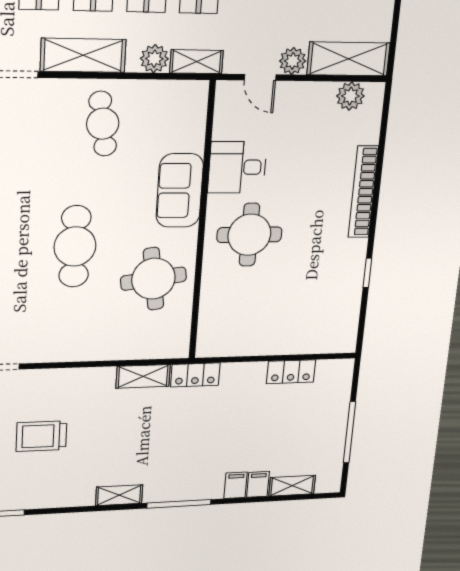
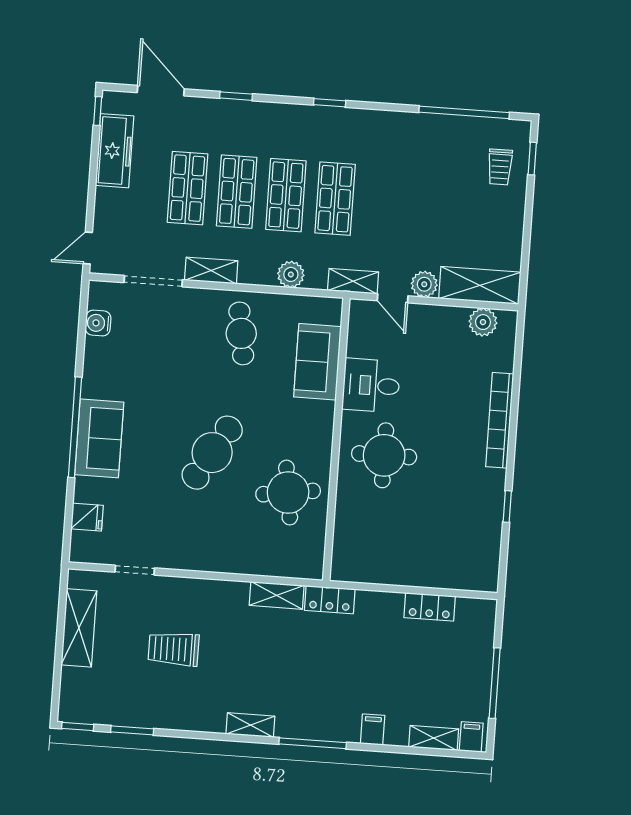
shelving: (83, 55) -> (211, 271), width x0.67, depth x0.75
shelving: (197, 62) -> (353, 281), moved
sofa: (180, 191) -> (317, 362), moved
cafe table: (75, 246) -> (212, 453), turned 31
filing cabinet: (258, 484) -> (471, 737), moved

